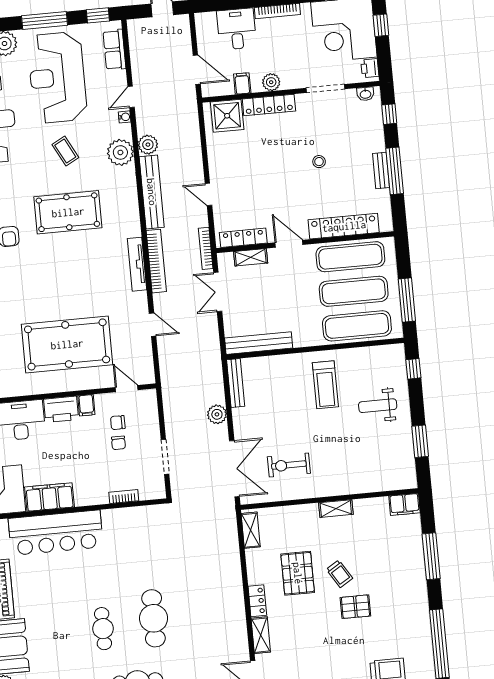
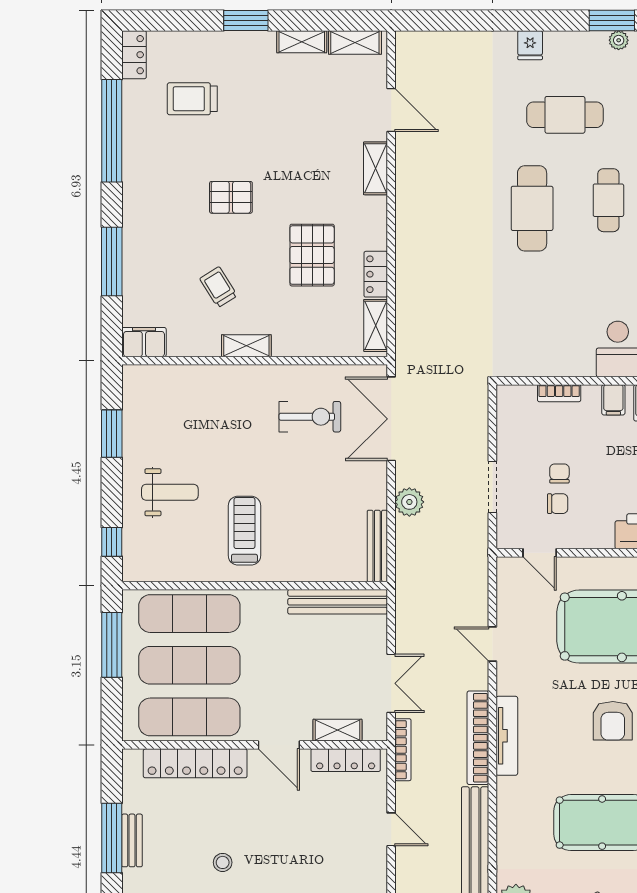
armchair: (67, 281) -> (613, 721), added
filing cabinet: (86, 405) -> (613, 400), moved, turned 180
doorway: (165, 457) -> (492, 487), moved
trolley: (340, 574) -> (219, 287), moved
locker: (257, 601) -> (376, 274), moved

